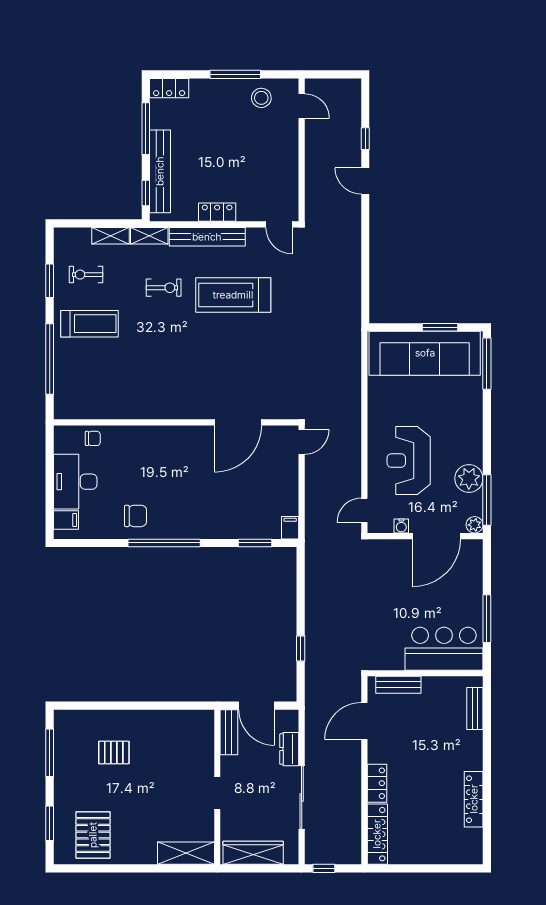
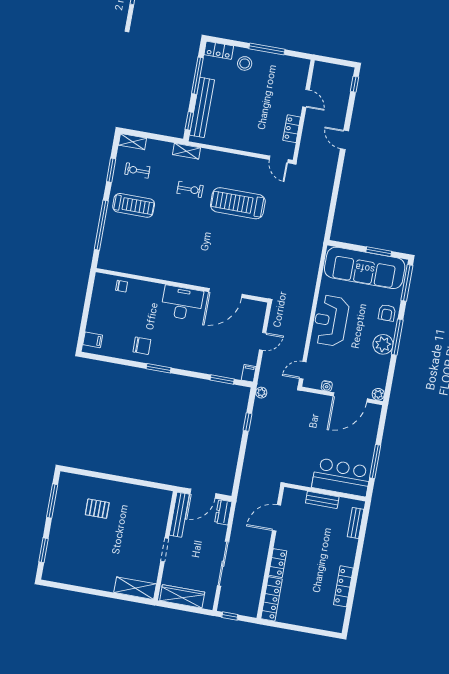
stool: (261, 98) -> (245, 63), moved
door: (302, 106) -> (306, 98), moved
window: (365, 139) -> (354, 84), moved
locker: (217, 212) -> (292, 129), moved, turned -90
shelving: (111, 236) -> (133, 142), moved
bench: (207, 237) -> (227, 159), removed
armchair: (466, 410) -> (387, 313), added
door: (302, 442) -> (263, 341), moved
reception desk: (409, 461) -> (331, 321), moved
plant: (469, 478) -> (383, 344), moved
desk: (75, 482) -> (182, 303), moved, turned 90
window: (487, 500) -> (397, 337), moved
window: (164, 543) -> (159, 368), width x0.47
plant: (312, 551) -> (261, 393), added
window: (301, 648) -> (248, 422), moved
bench: (398, 685) -> (322, 500), moved
door: (257, 706) -> (203, 494), hinge flipped
bench: (229, 732) -> (179, 515), width x1.36
dresser: (289, 749) -> (223, 512), moved
pallet: (93, 835) -> (72, 564), removed

